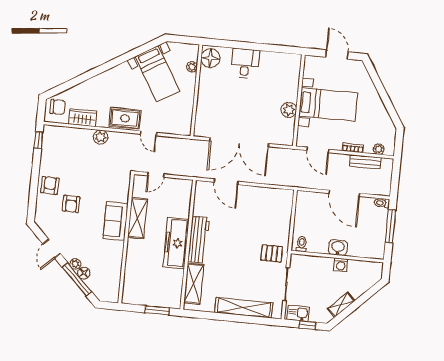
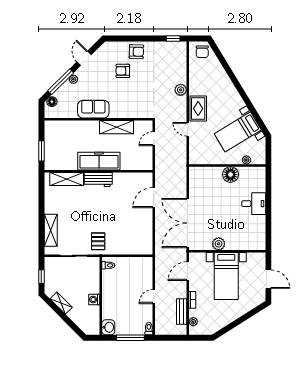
door: (337, 55) -> (268, 279), hinge flipped
floor lamp: (210, 58) -> (231, 175), moved
wardrobe: (83, 118) -> (195, 73), removed
door: (148, 133) -> (188, 129), hinge flipped
double door: (239, 142) -> (188, 223), moved
door: (156, 175) -> (154, 139), hinge flipped
door: (344, 193) -> (154, 297), width x0.53
sofa: (116, 221) -> (93, 109), moved
workbench: (199, 240) -> (98, 179), width x0.73
washbasin: (338, 248) -> (108, 327), moved
door: (52, 249) -> (84, 58), hinge flipped
floor lamp: (84, 273) -> (52, 102), moved
shelving: (244, 308) -> (51, 230), width x0.68
kitchen sink: (298, 313) -> (51, 268), removed

